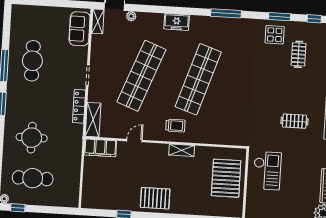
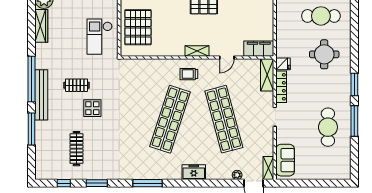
display table: (275, 35) -> (92, 108), moved
clothes rail: (299, 54) -> (76, 149), width x1.36
shop shelf: (141, 76) -> (224, 119), turned -36
fridge: (76, 130) -> (283, 64), added
shelving: (182, 150) -> (197, 51), moved

